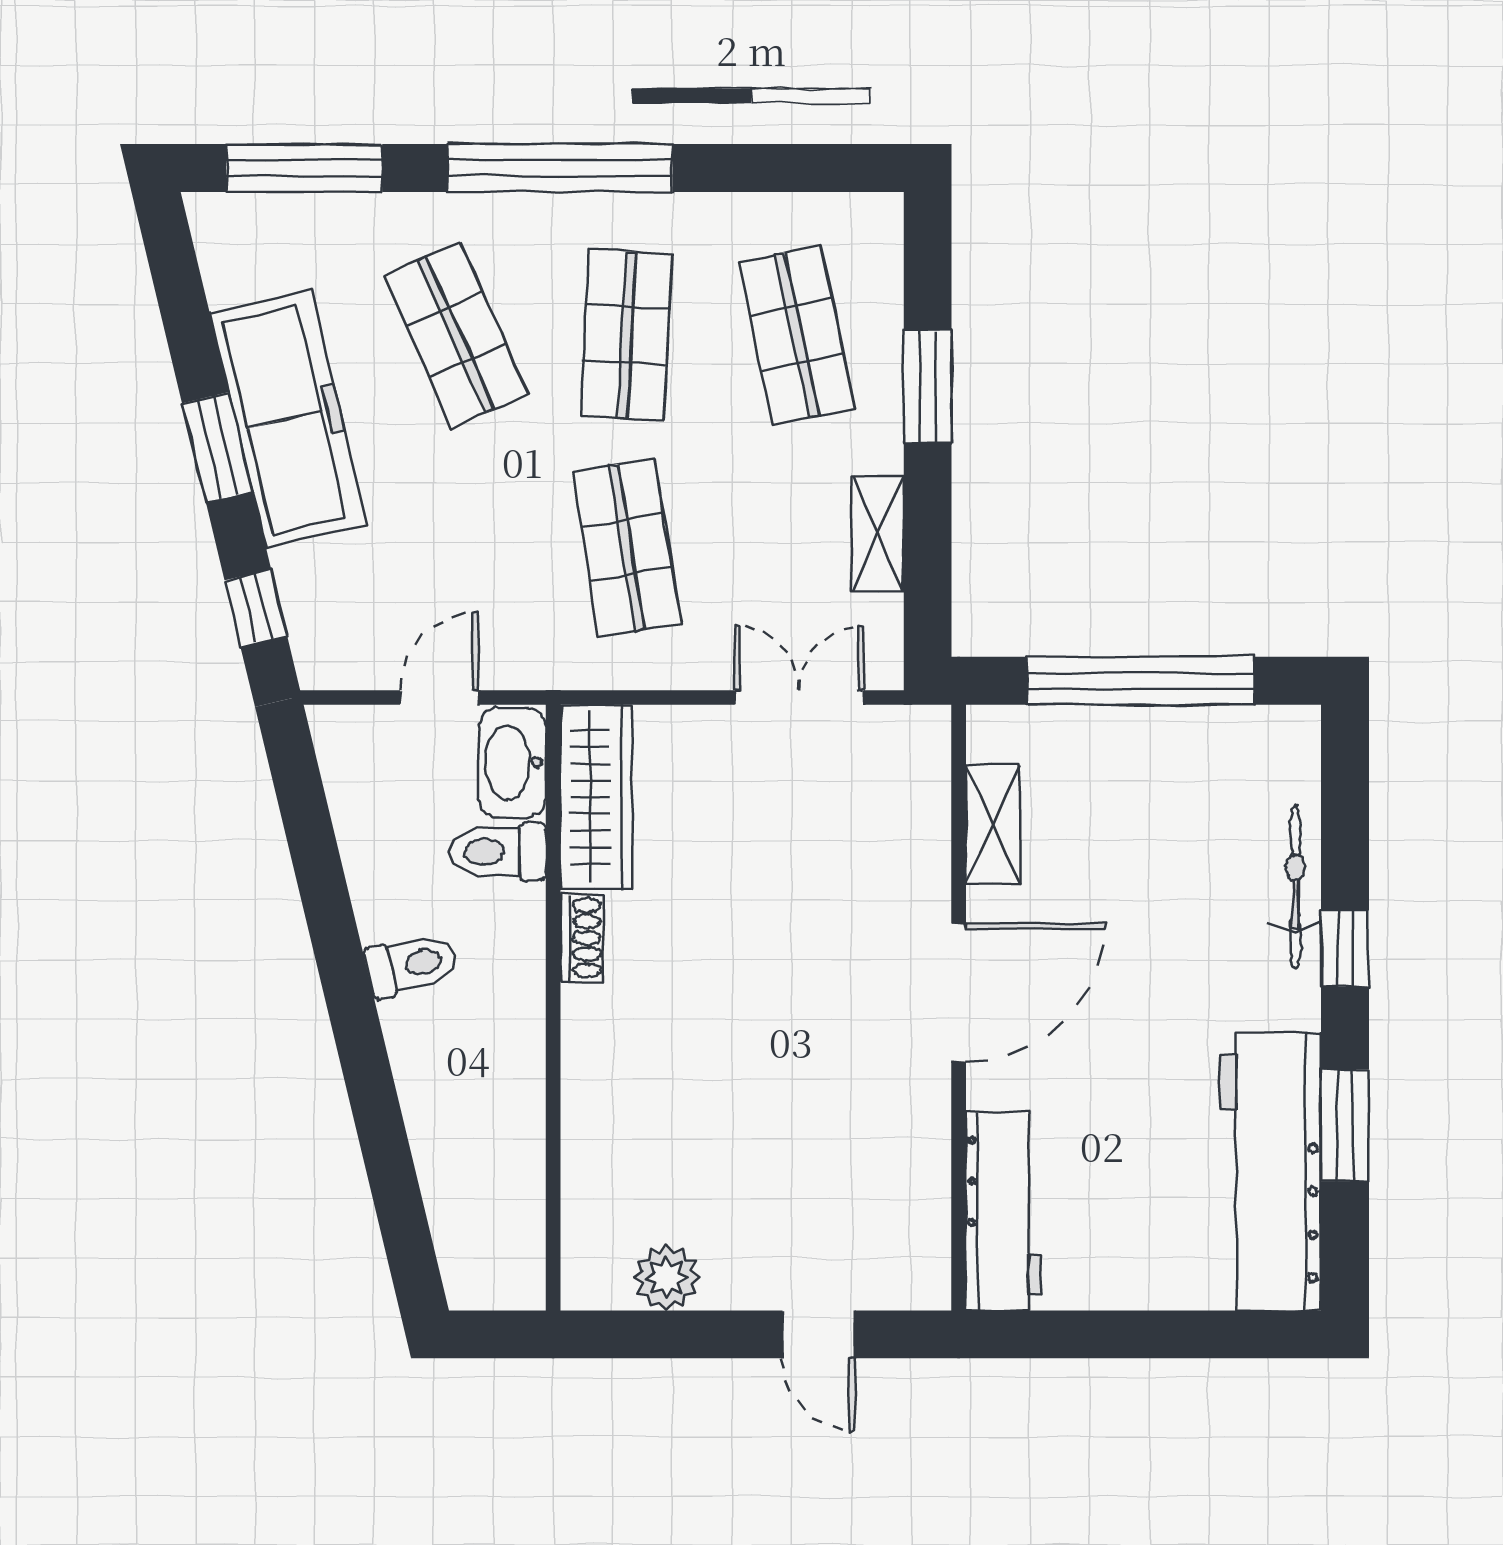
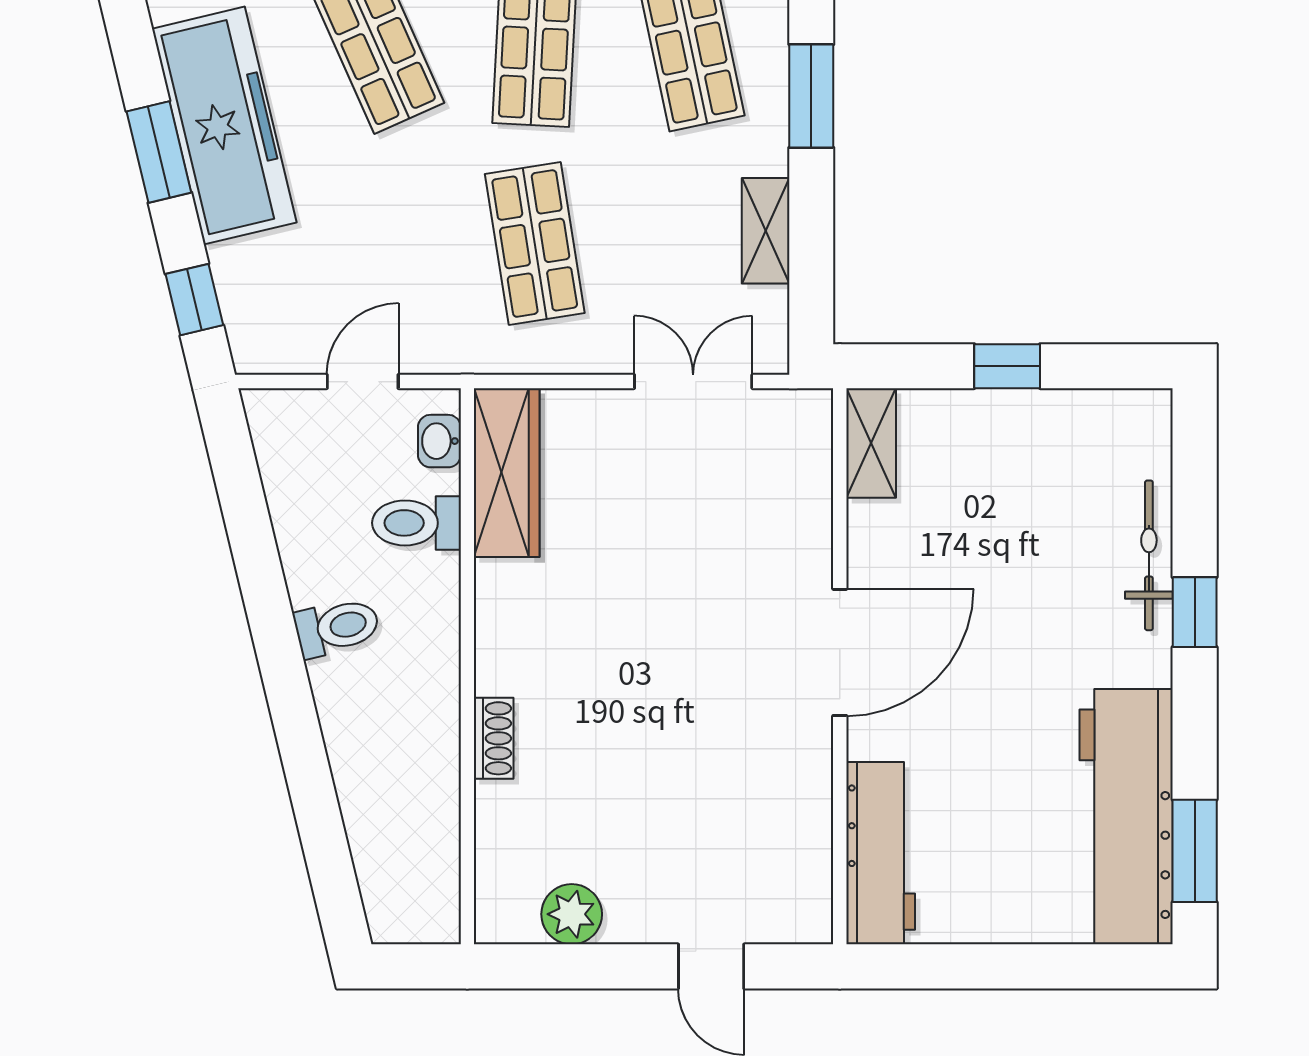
window: (1141, 681) -> (1007, 366), width x0.32
washbasin: (512, 762) -> (439, 441), width x0.52, depth x0.69
shelving: (993, 825) -> (871, 443), moved
shoe rack: (582, 938) -> (494, 738), moved
window: (1345, 1125) -> (1195, 851), moved

